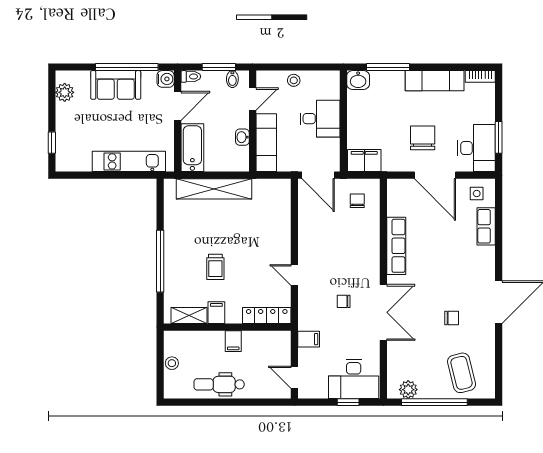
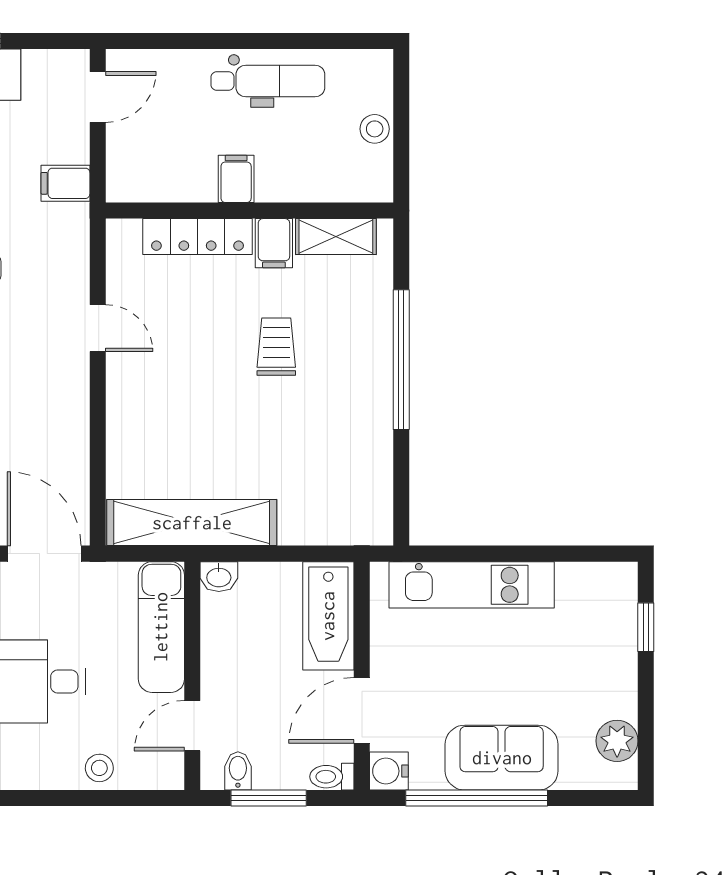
washbasin: (242, 137) -> (219, 577), moved, turned 90
shelving: (214, 189) -> (192, 523), moved
locker: (267, 316) -> (198, 237), moved
door: (294, 377) -> (98, 97), hinge flipped

